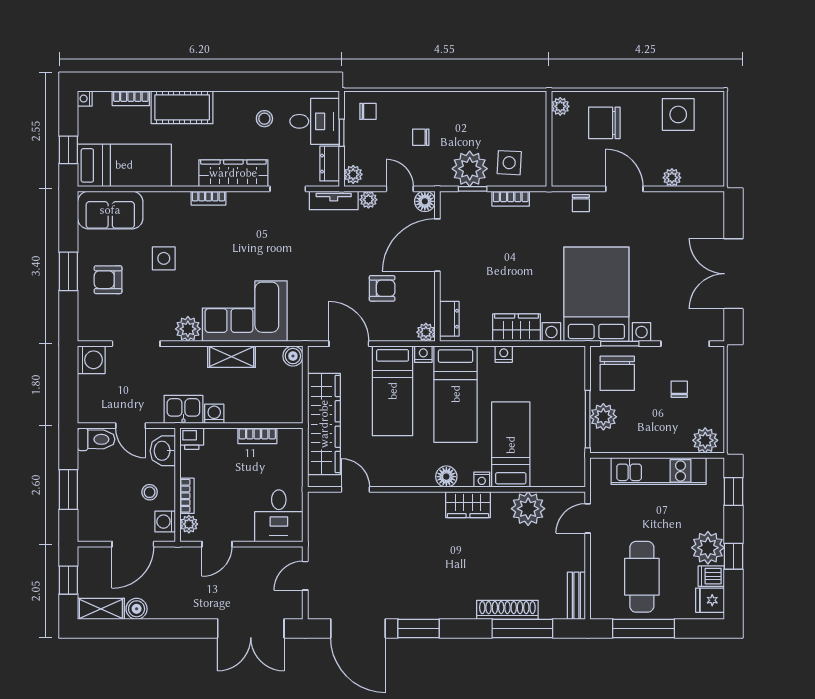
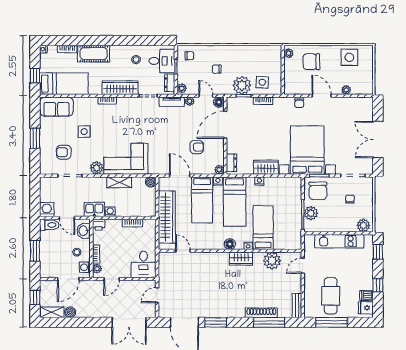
armchair: (108, 280) -> (64, 152), moved
washing machine: (91, 360) -> (47, 210), moved, turned -90
plant: (708, 548) -> (365, 281), removed

